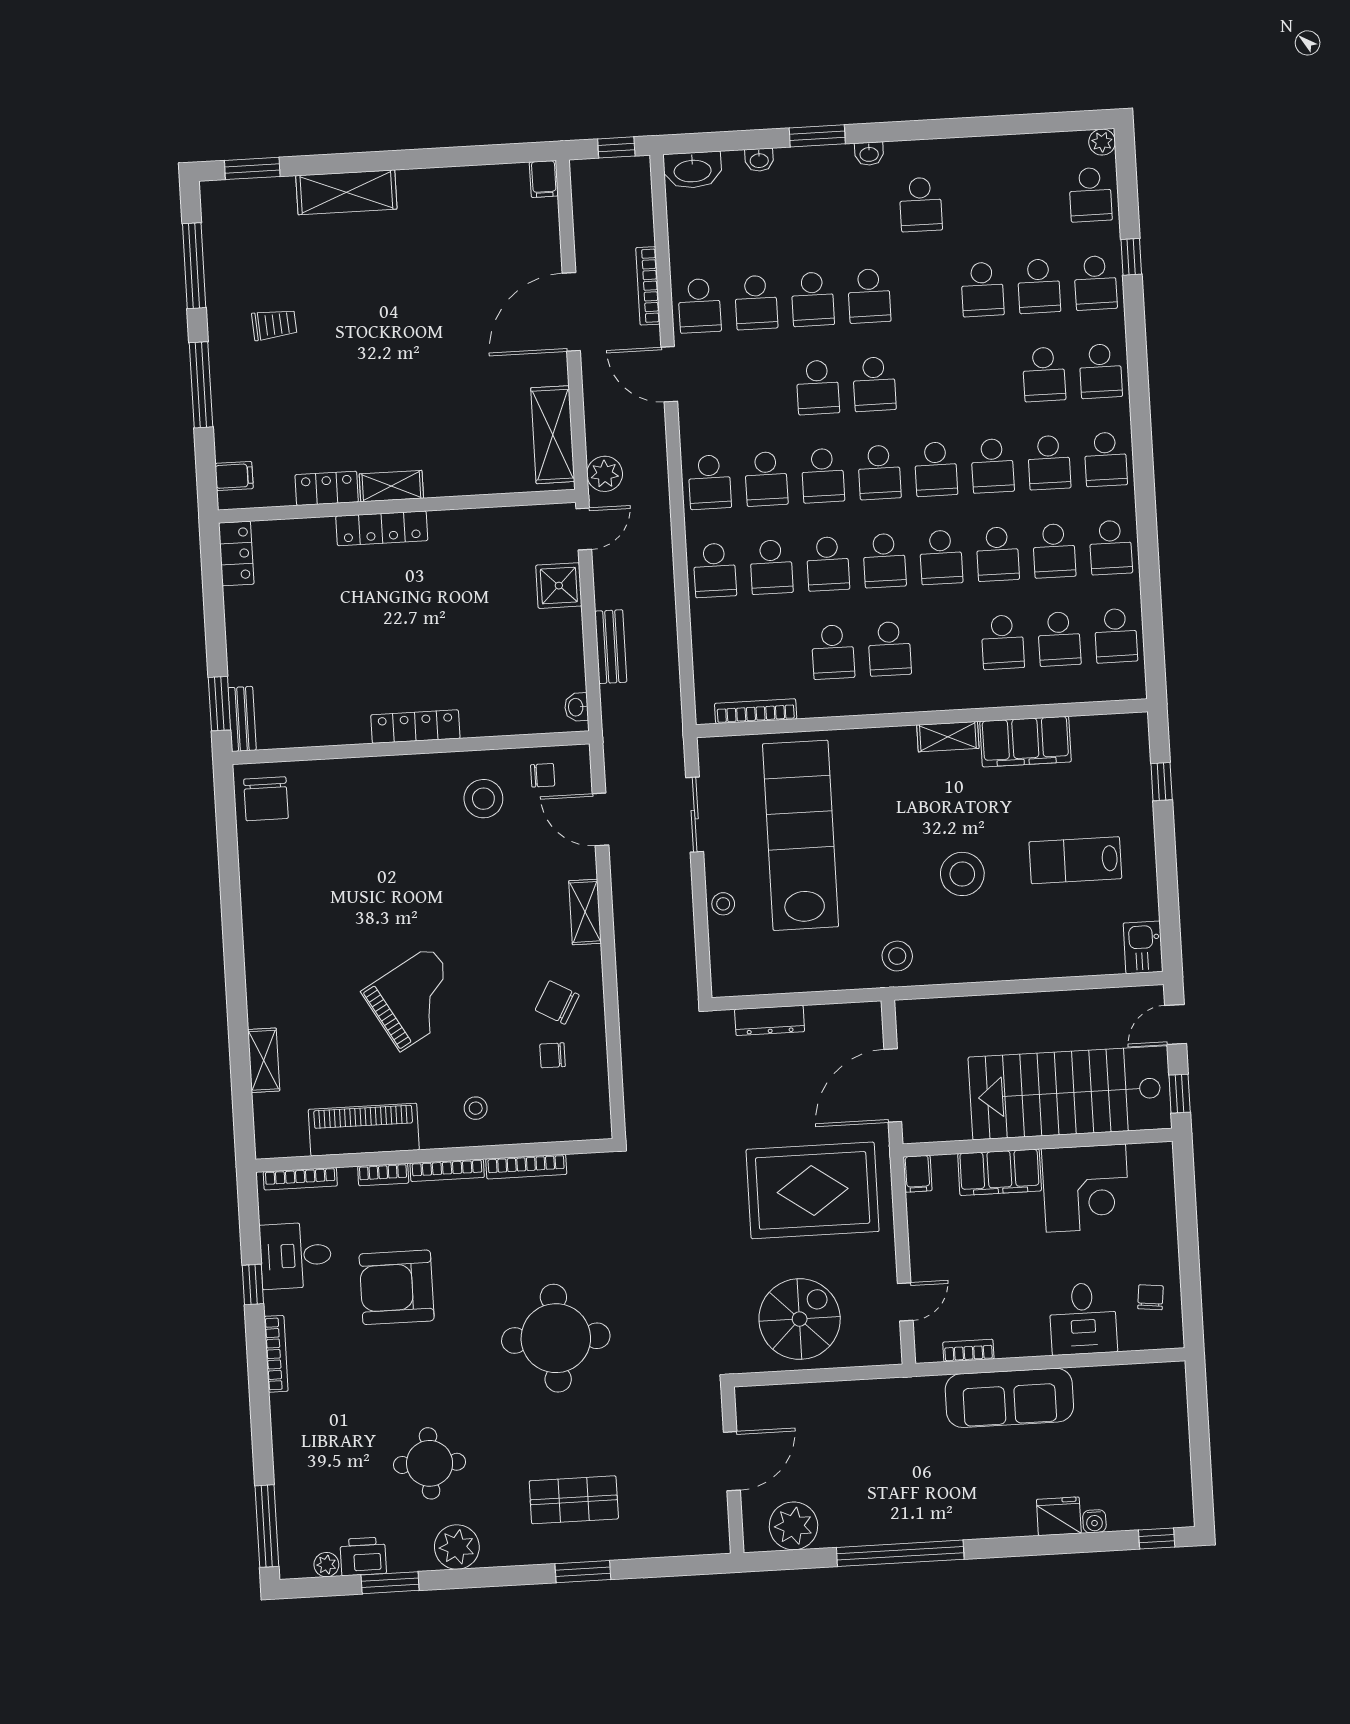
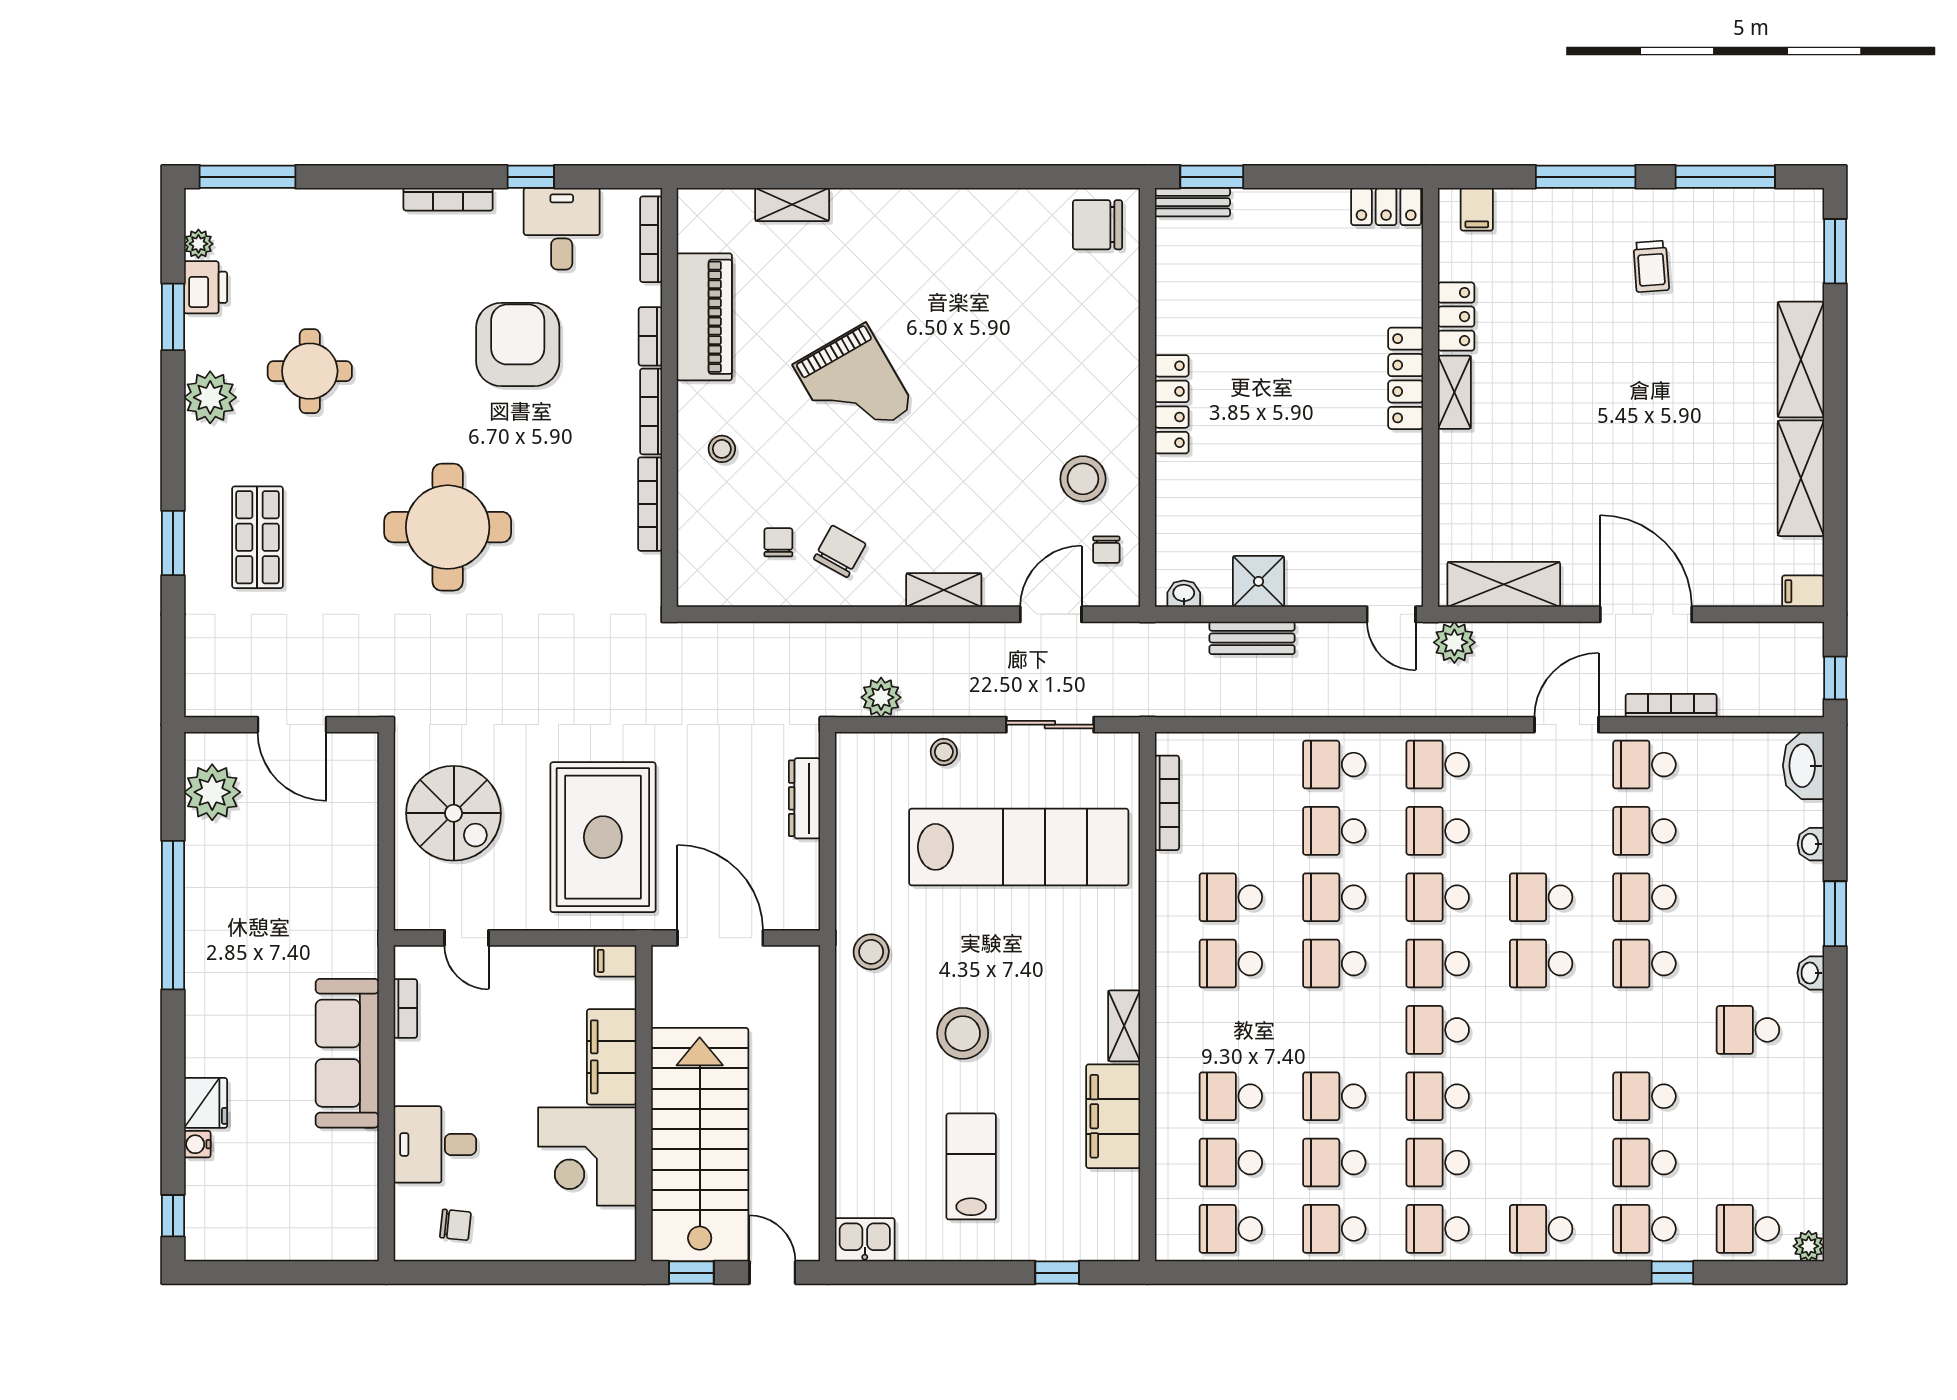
shelving: (448, 186) -> (1801, 478), added
school desk: (1044, 374) -> (1541, 1163), removed
school desk: (941, 557) -> (1334, 1030), removed
shower: (559, 586) -> (1259, 581), moved
plant: (680, 960) -> (881, 697), added

